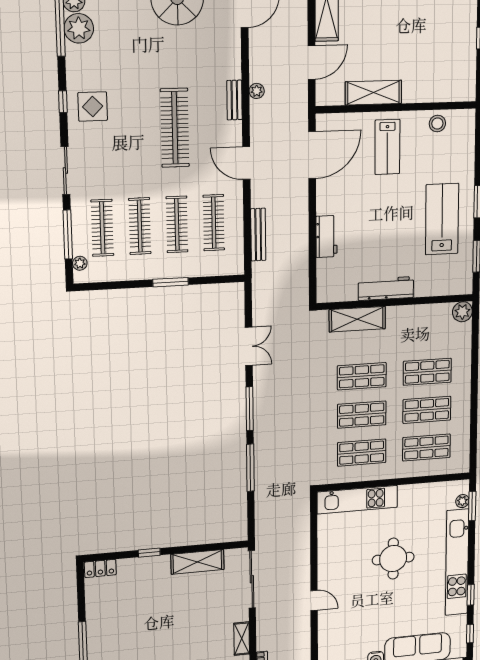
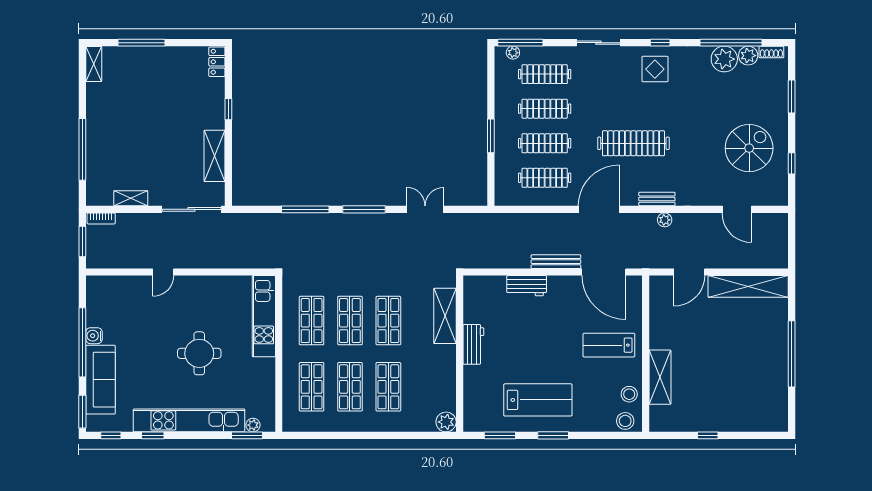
door: (312, 62) -> (689, 272), hinge flipped
shelving: (373, 93) -> (660, 377), moved
stool: (464, 127) -> (625, 421), added
door: (246, 163) -> (599, 209), width x1.36
window: (68, 235) -> (520, 43), moved
bench: (258, 235) -> (556, 262), moved
workbench: (386, 289) -> (473, 344), width x0.73
double door: (249, 346) -> (425, 209), swing flipped

